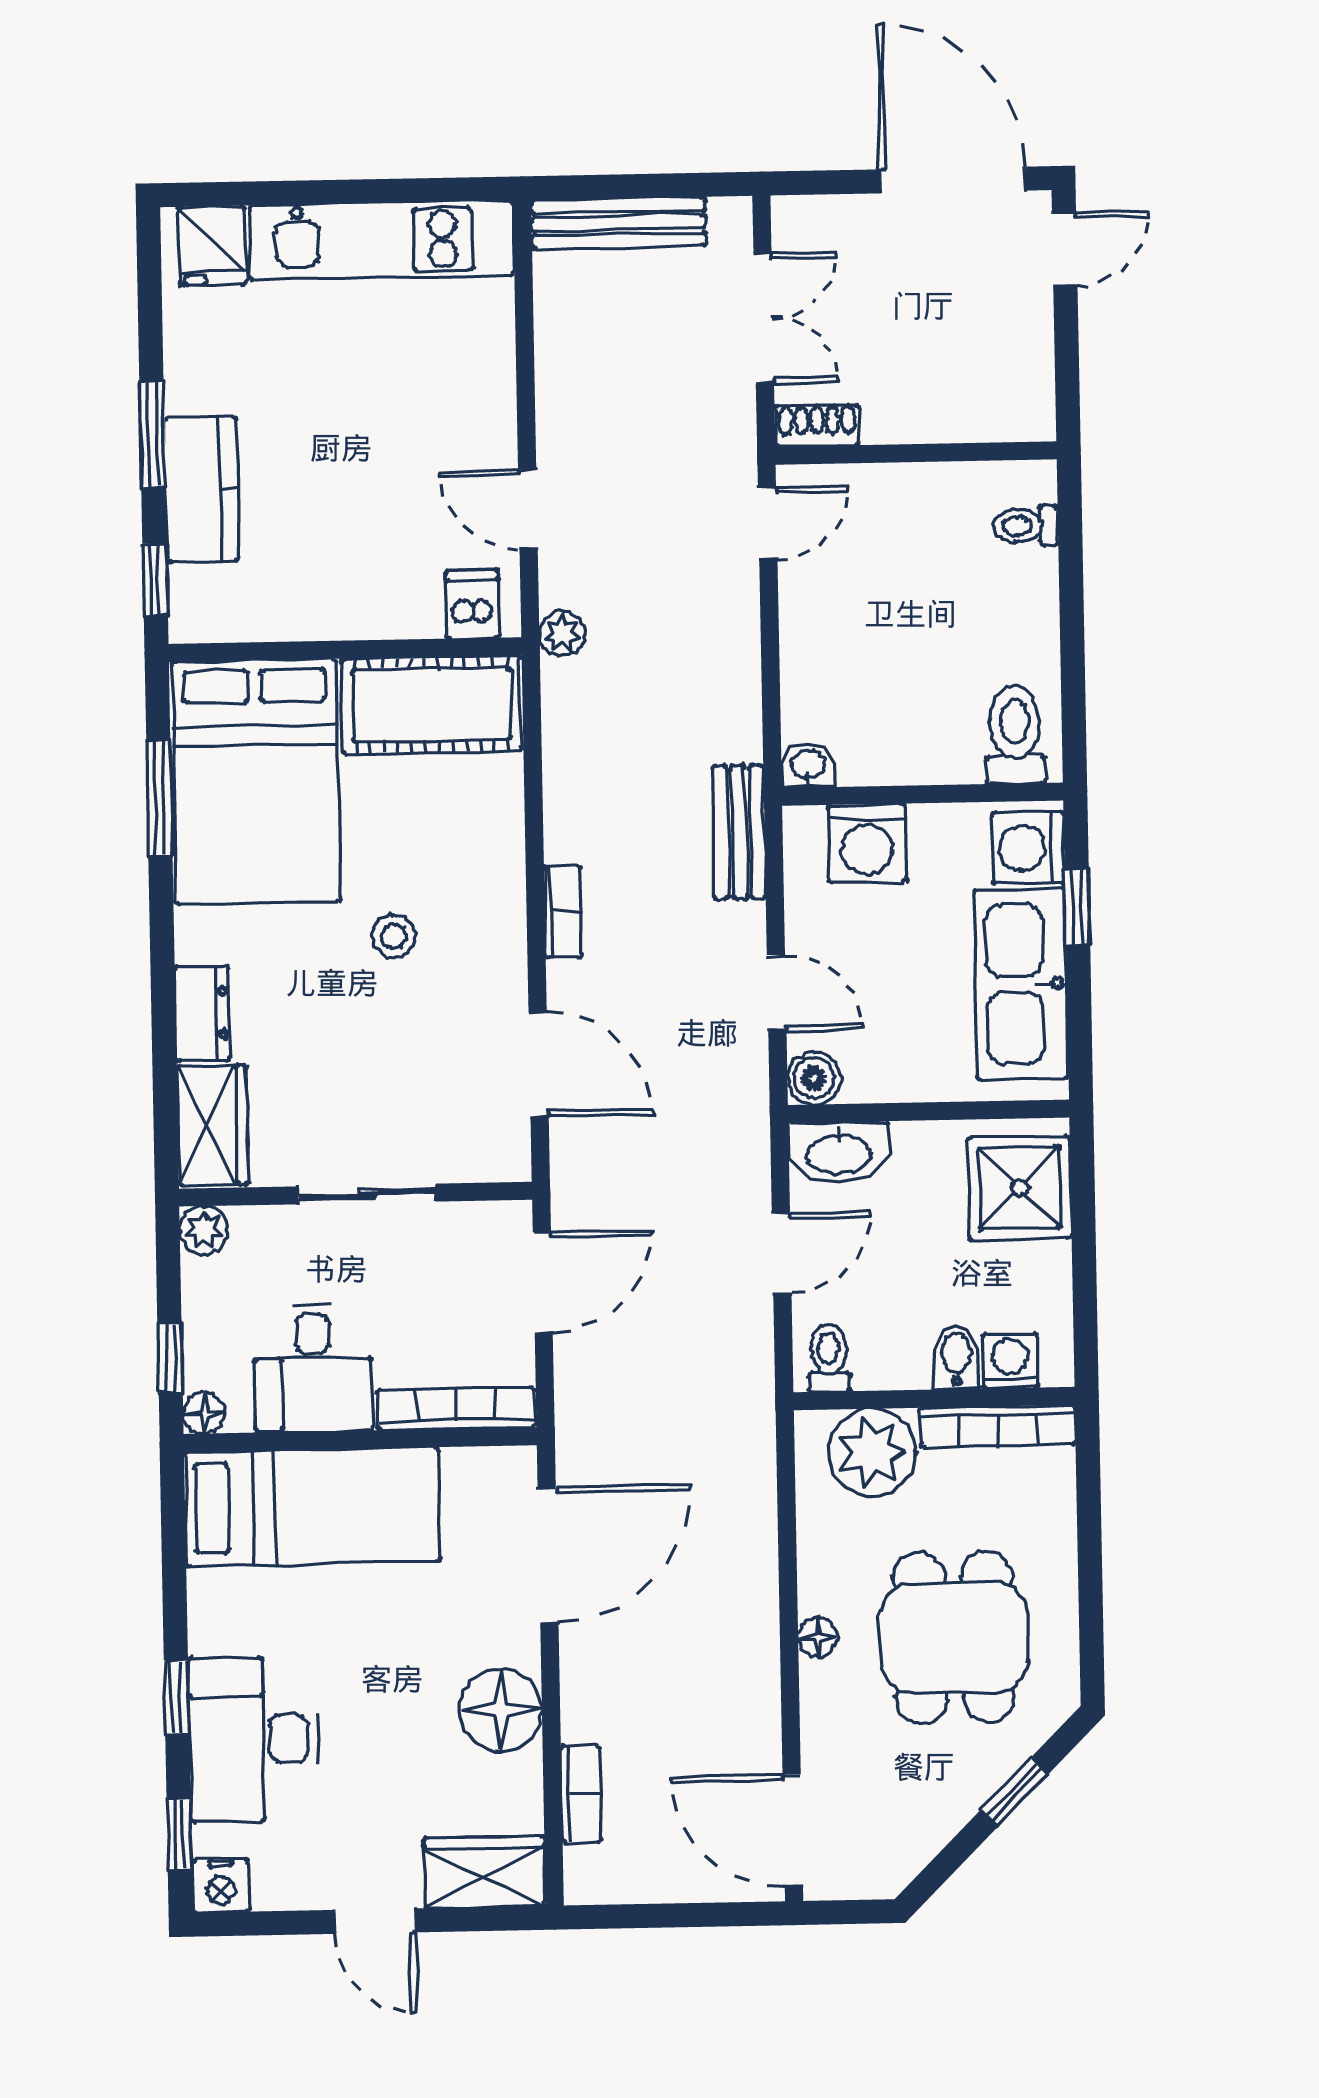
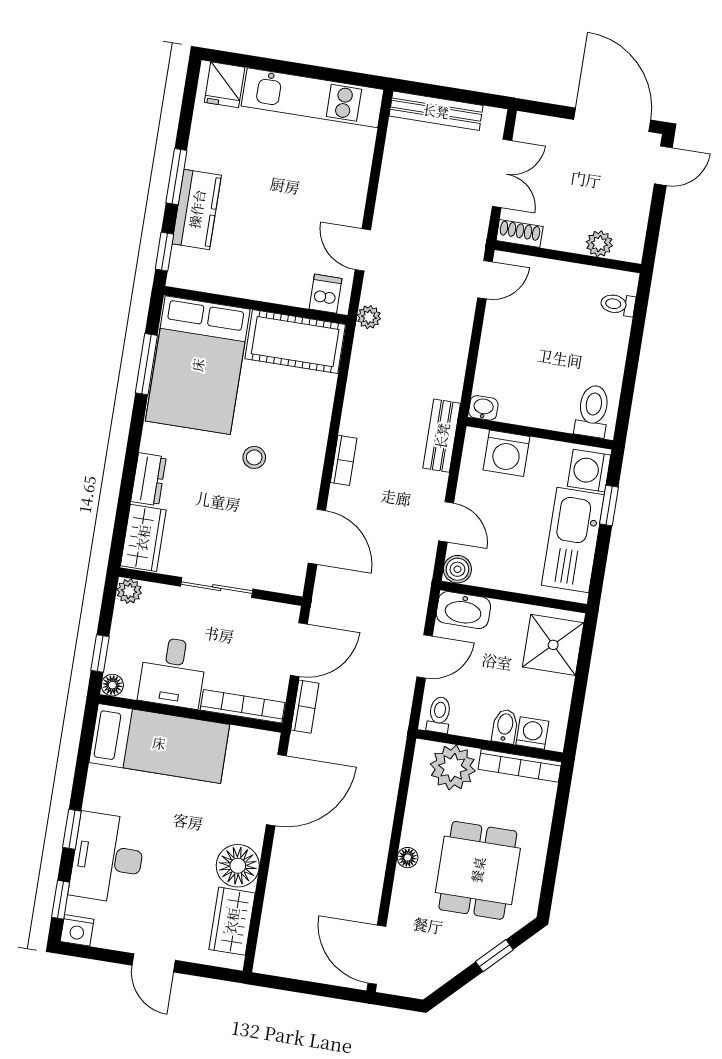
plant: (971, 418) -> (599, 244), added
bookcase: (581, 1794) -> (305, 707), moved
wardrobe: (485, 1872) -> (232, 921), moved, turned -90

